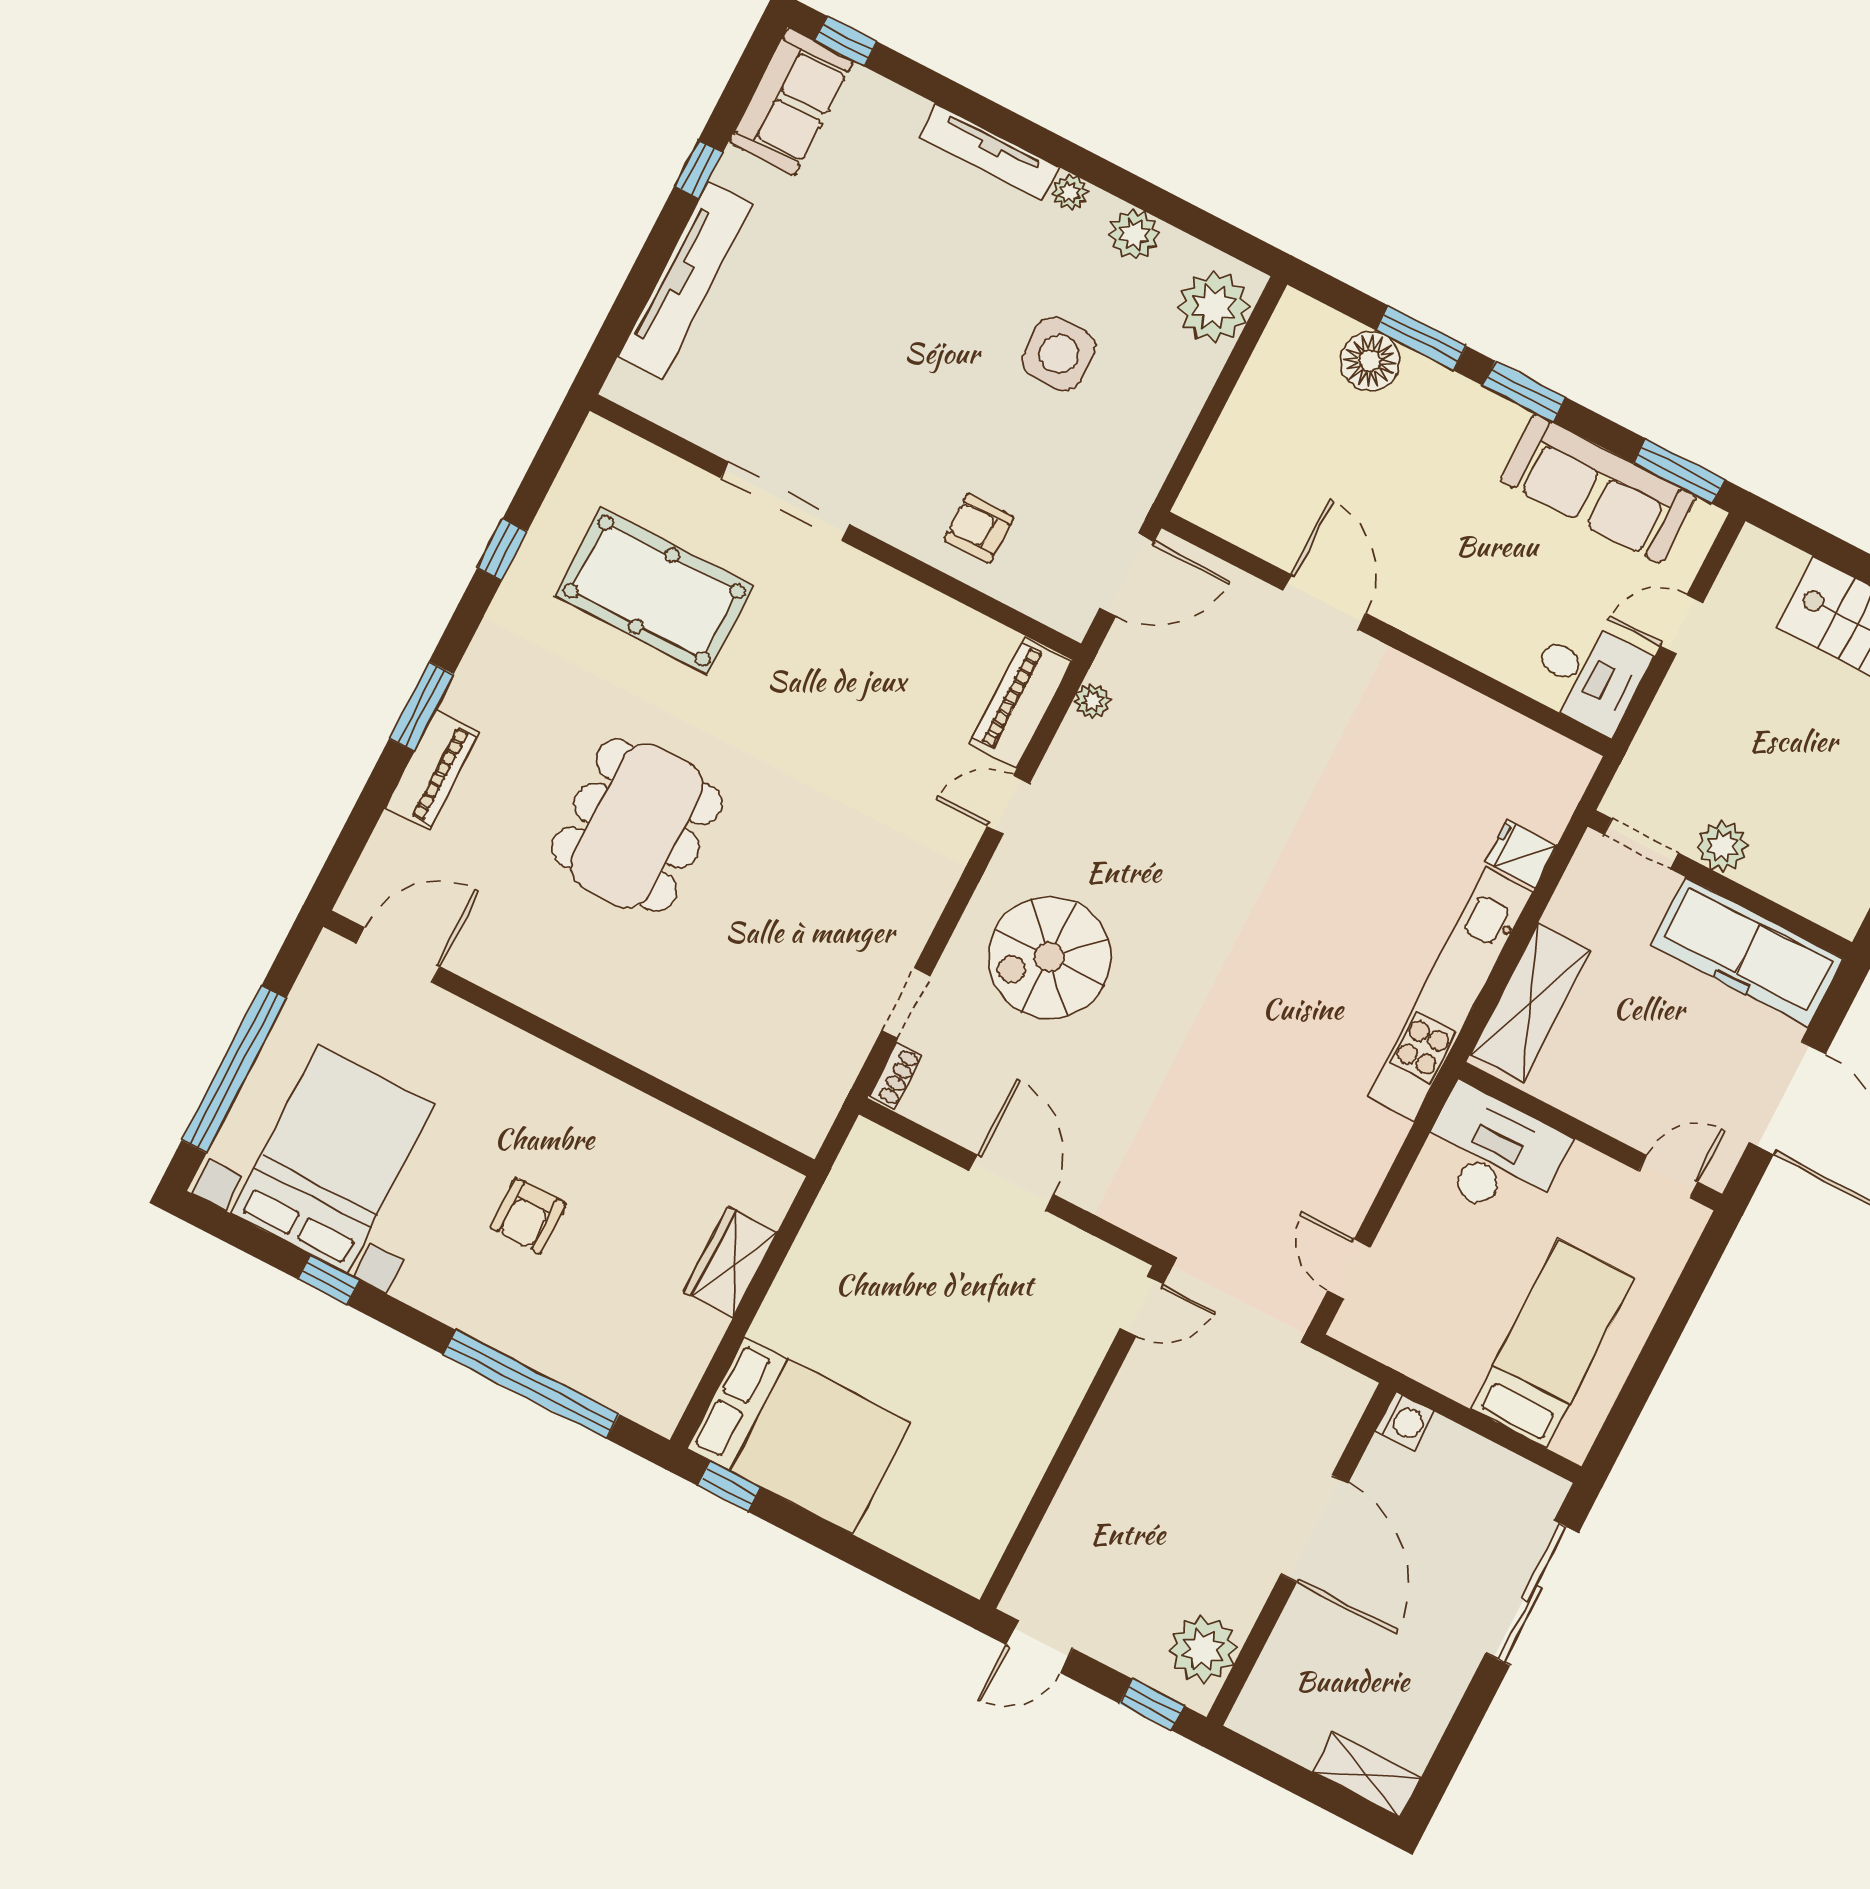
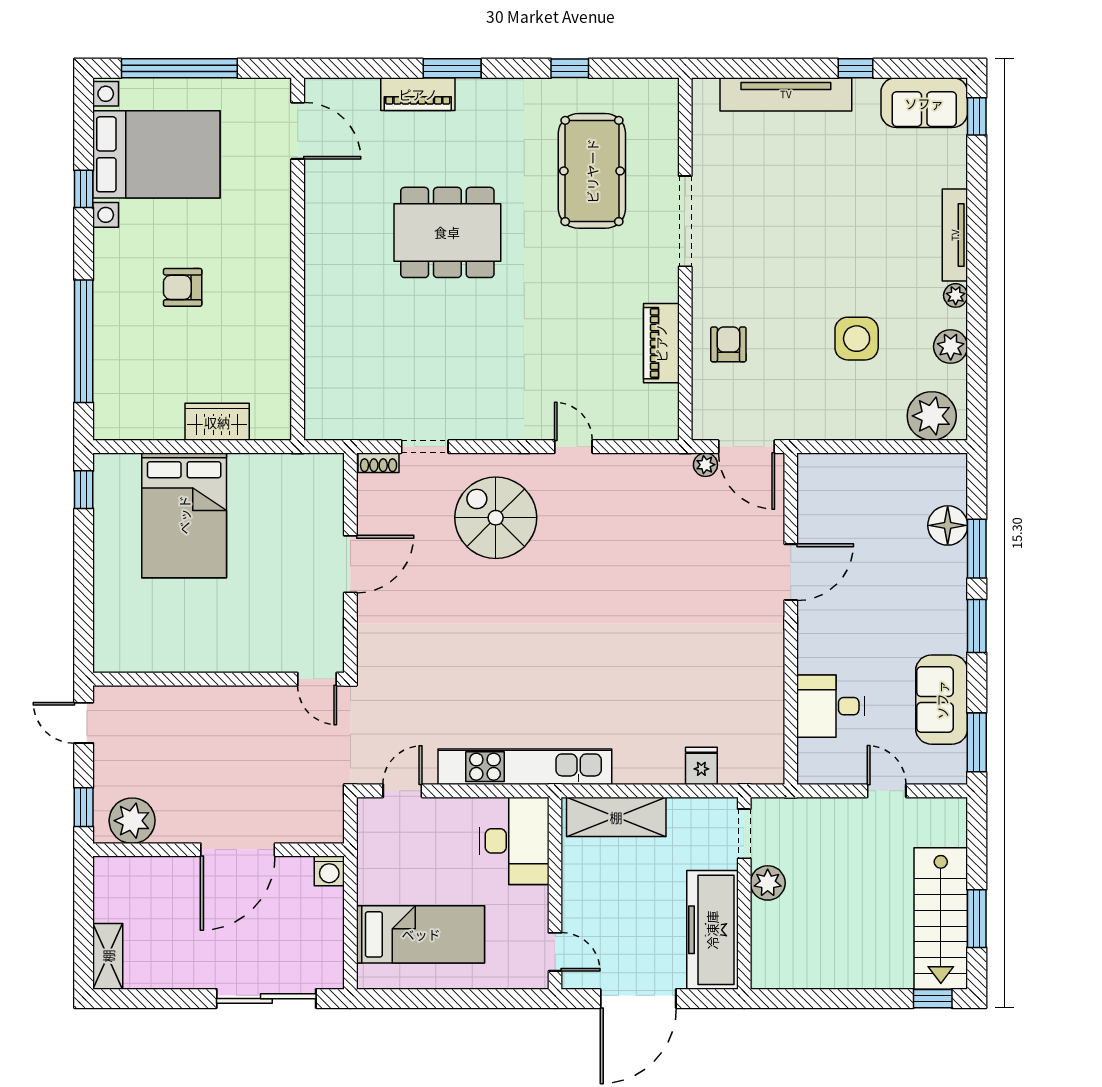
sofa: (1598, 489) -> (942, 700), width x0.73
desk: (1588, 675) -> (831, 706), moved, turned 90
plant: (1092, 701) -> (705, 465), moved
piano: (1021, 702) -> (661, 343), moved, turned -90
kitchen unit: (1450, 994) -> (525, 767), moved
bed: (799, 1435) -> (184, 515), moved

